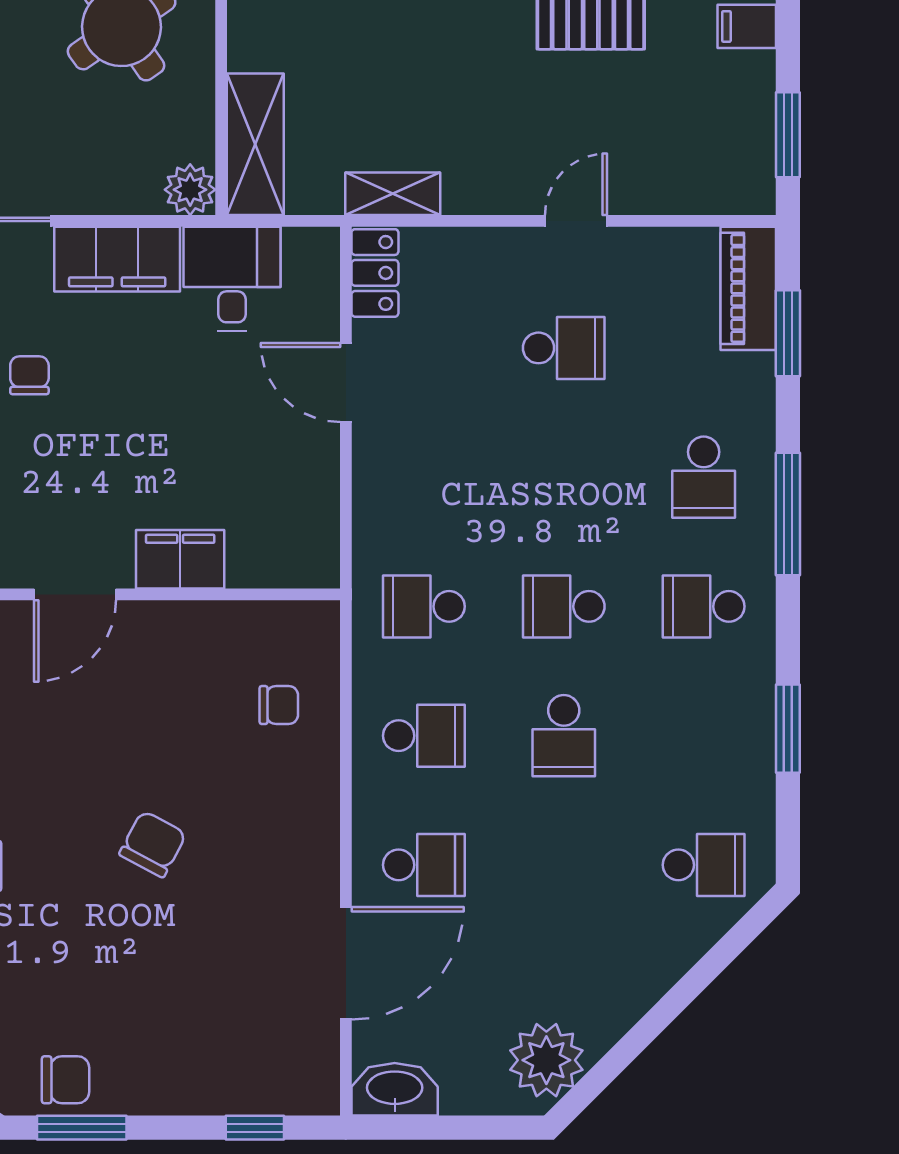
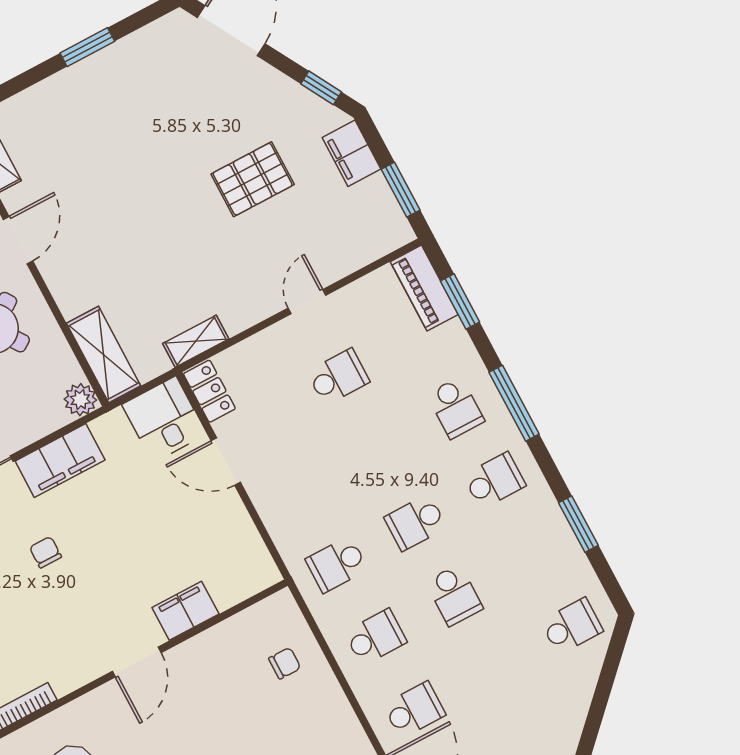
filing cabinet: (747, 26) -> (352, 153), width x2.00
desk: (232, 279) -> (164, 419), moved
school desk: (704, 606) -> (494, 481), turned 180

